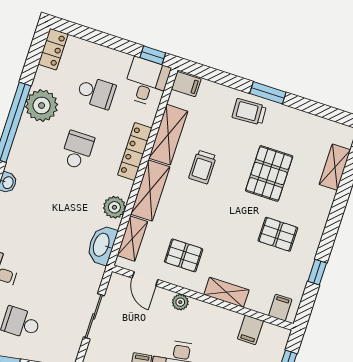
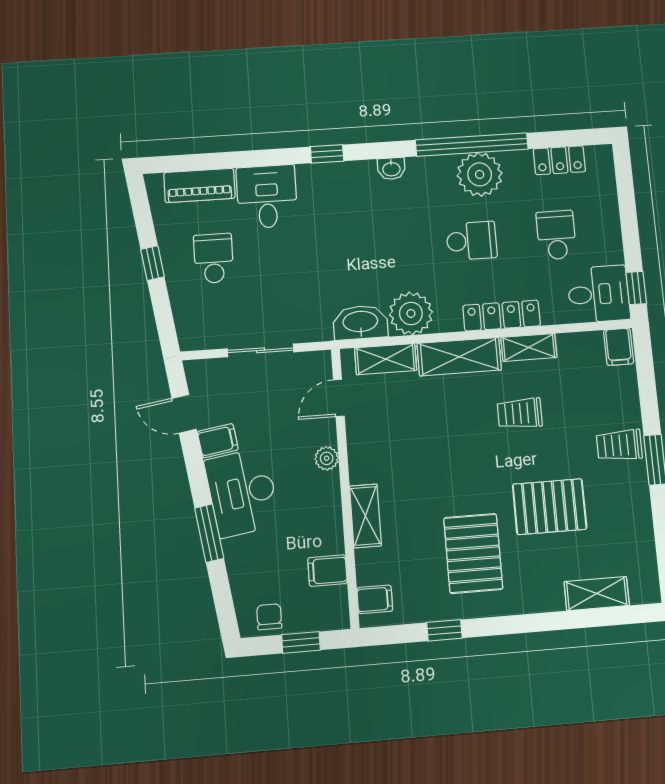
locker: (53, 49) -> (559, 160), moved
school desk: (96, 92) -> (556, 235), turned 180
plant: (42, 106) -> (480, 174), moved
trolley: (249, 112) -> (619, 445), turned -87
shelving: (168, 135) -> (529, 347), width x0.67, depth x0.75
plant: (114, 207) -> (411, 313), width x1.36, depth x1.36
pallet: (278, 234) -> (473, 553), width x1.50, depth x1.42
pallet: (184, 255) -> (391, 437), removed

